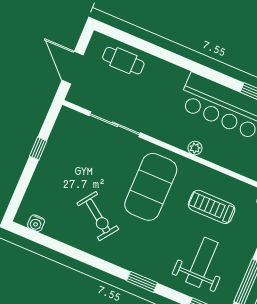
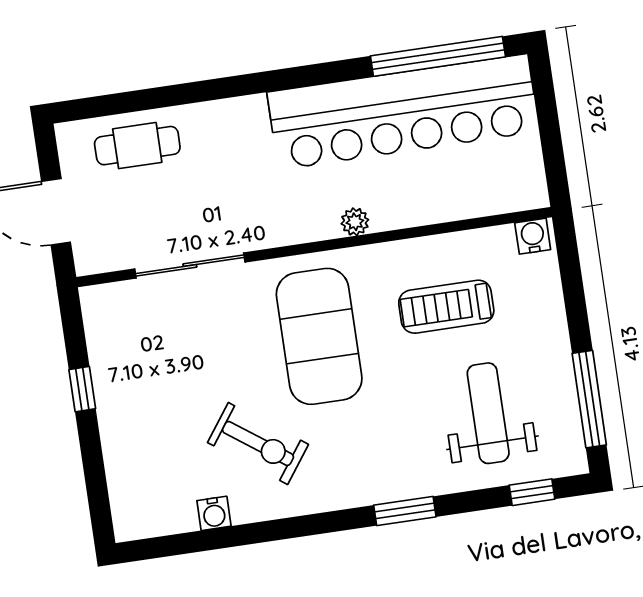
water cooler: (36, 223) -> (214, 513), moved

